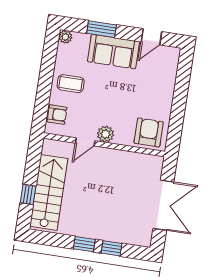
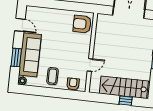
sofa: (113, 52) -> (30, 55), width x1.36
plant: (106, 134) -> (84, 52), removed
door: (85, 142) -> (90, 65), hinge flipped

